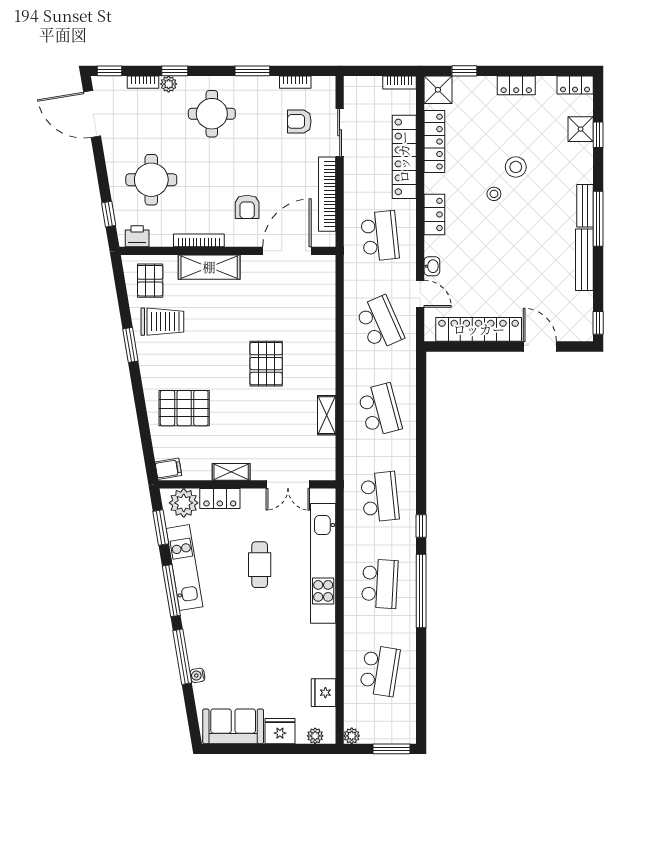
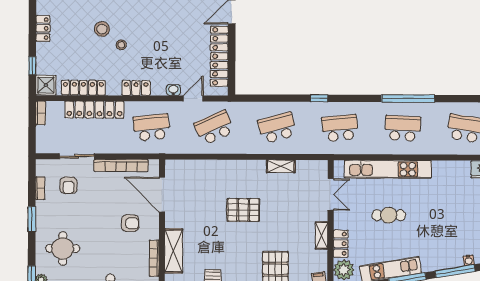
window: (421, 526) -> (319, 98), moved

